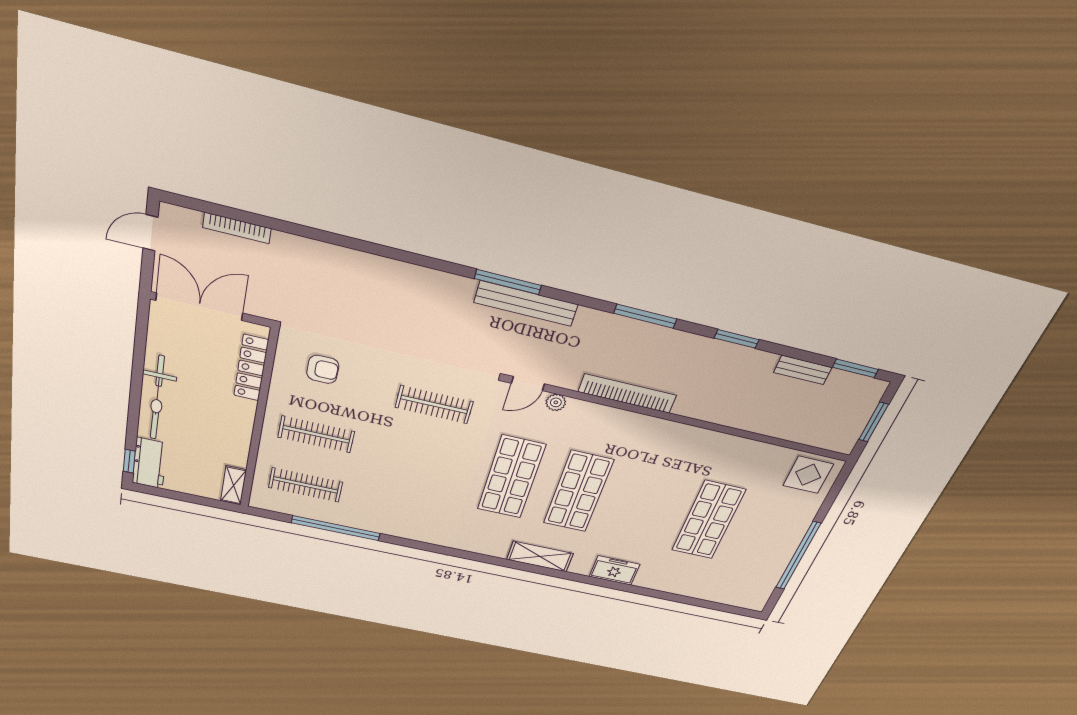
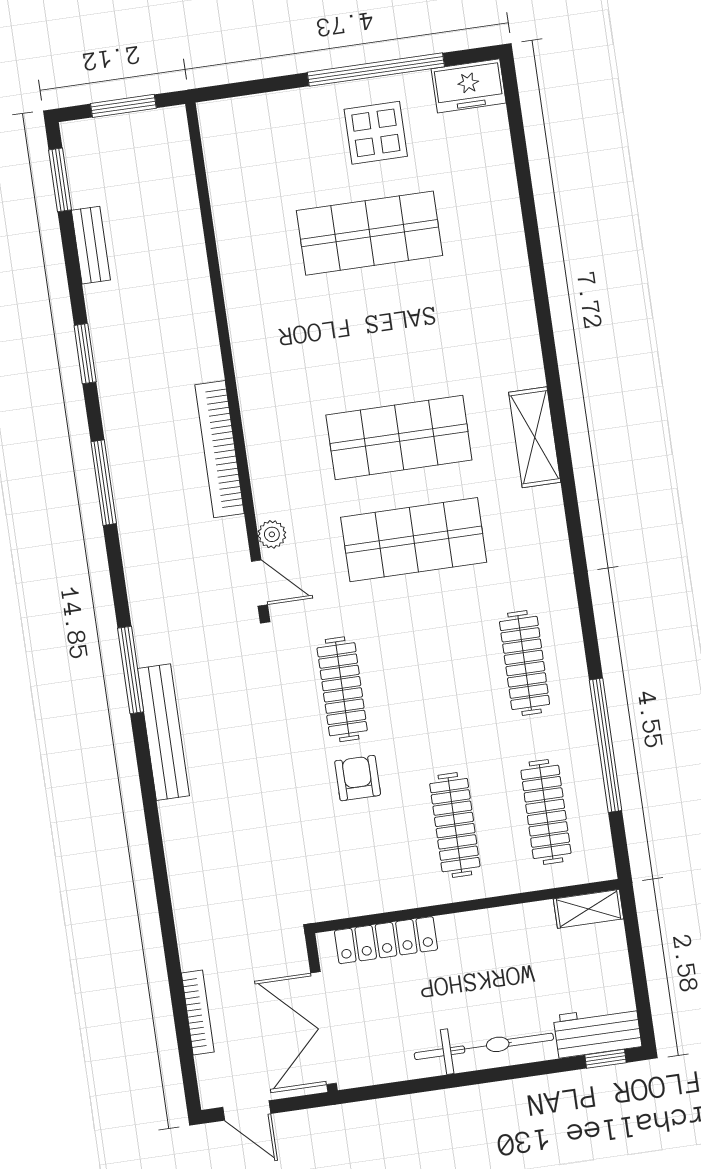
bench: (526, 304) -> (163, 732), moved
armchair: (323, 369) -> (358, 778), moved
display table: (808, 475) -> (376, 133), moved
clothes rail: (406, 506) -> (525, 663), added
freezer: (615, 570) -> (469, 86), moved, turned -90

